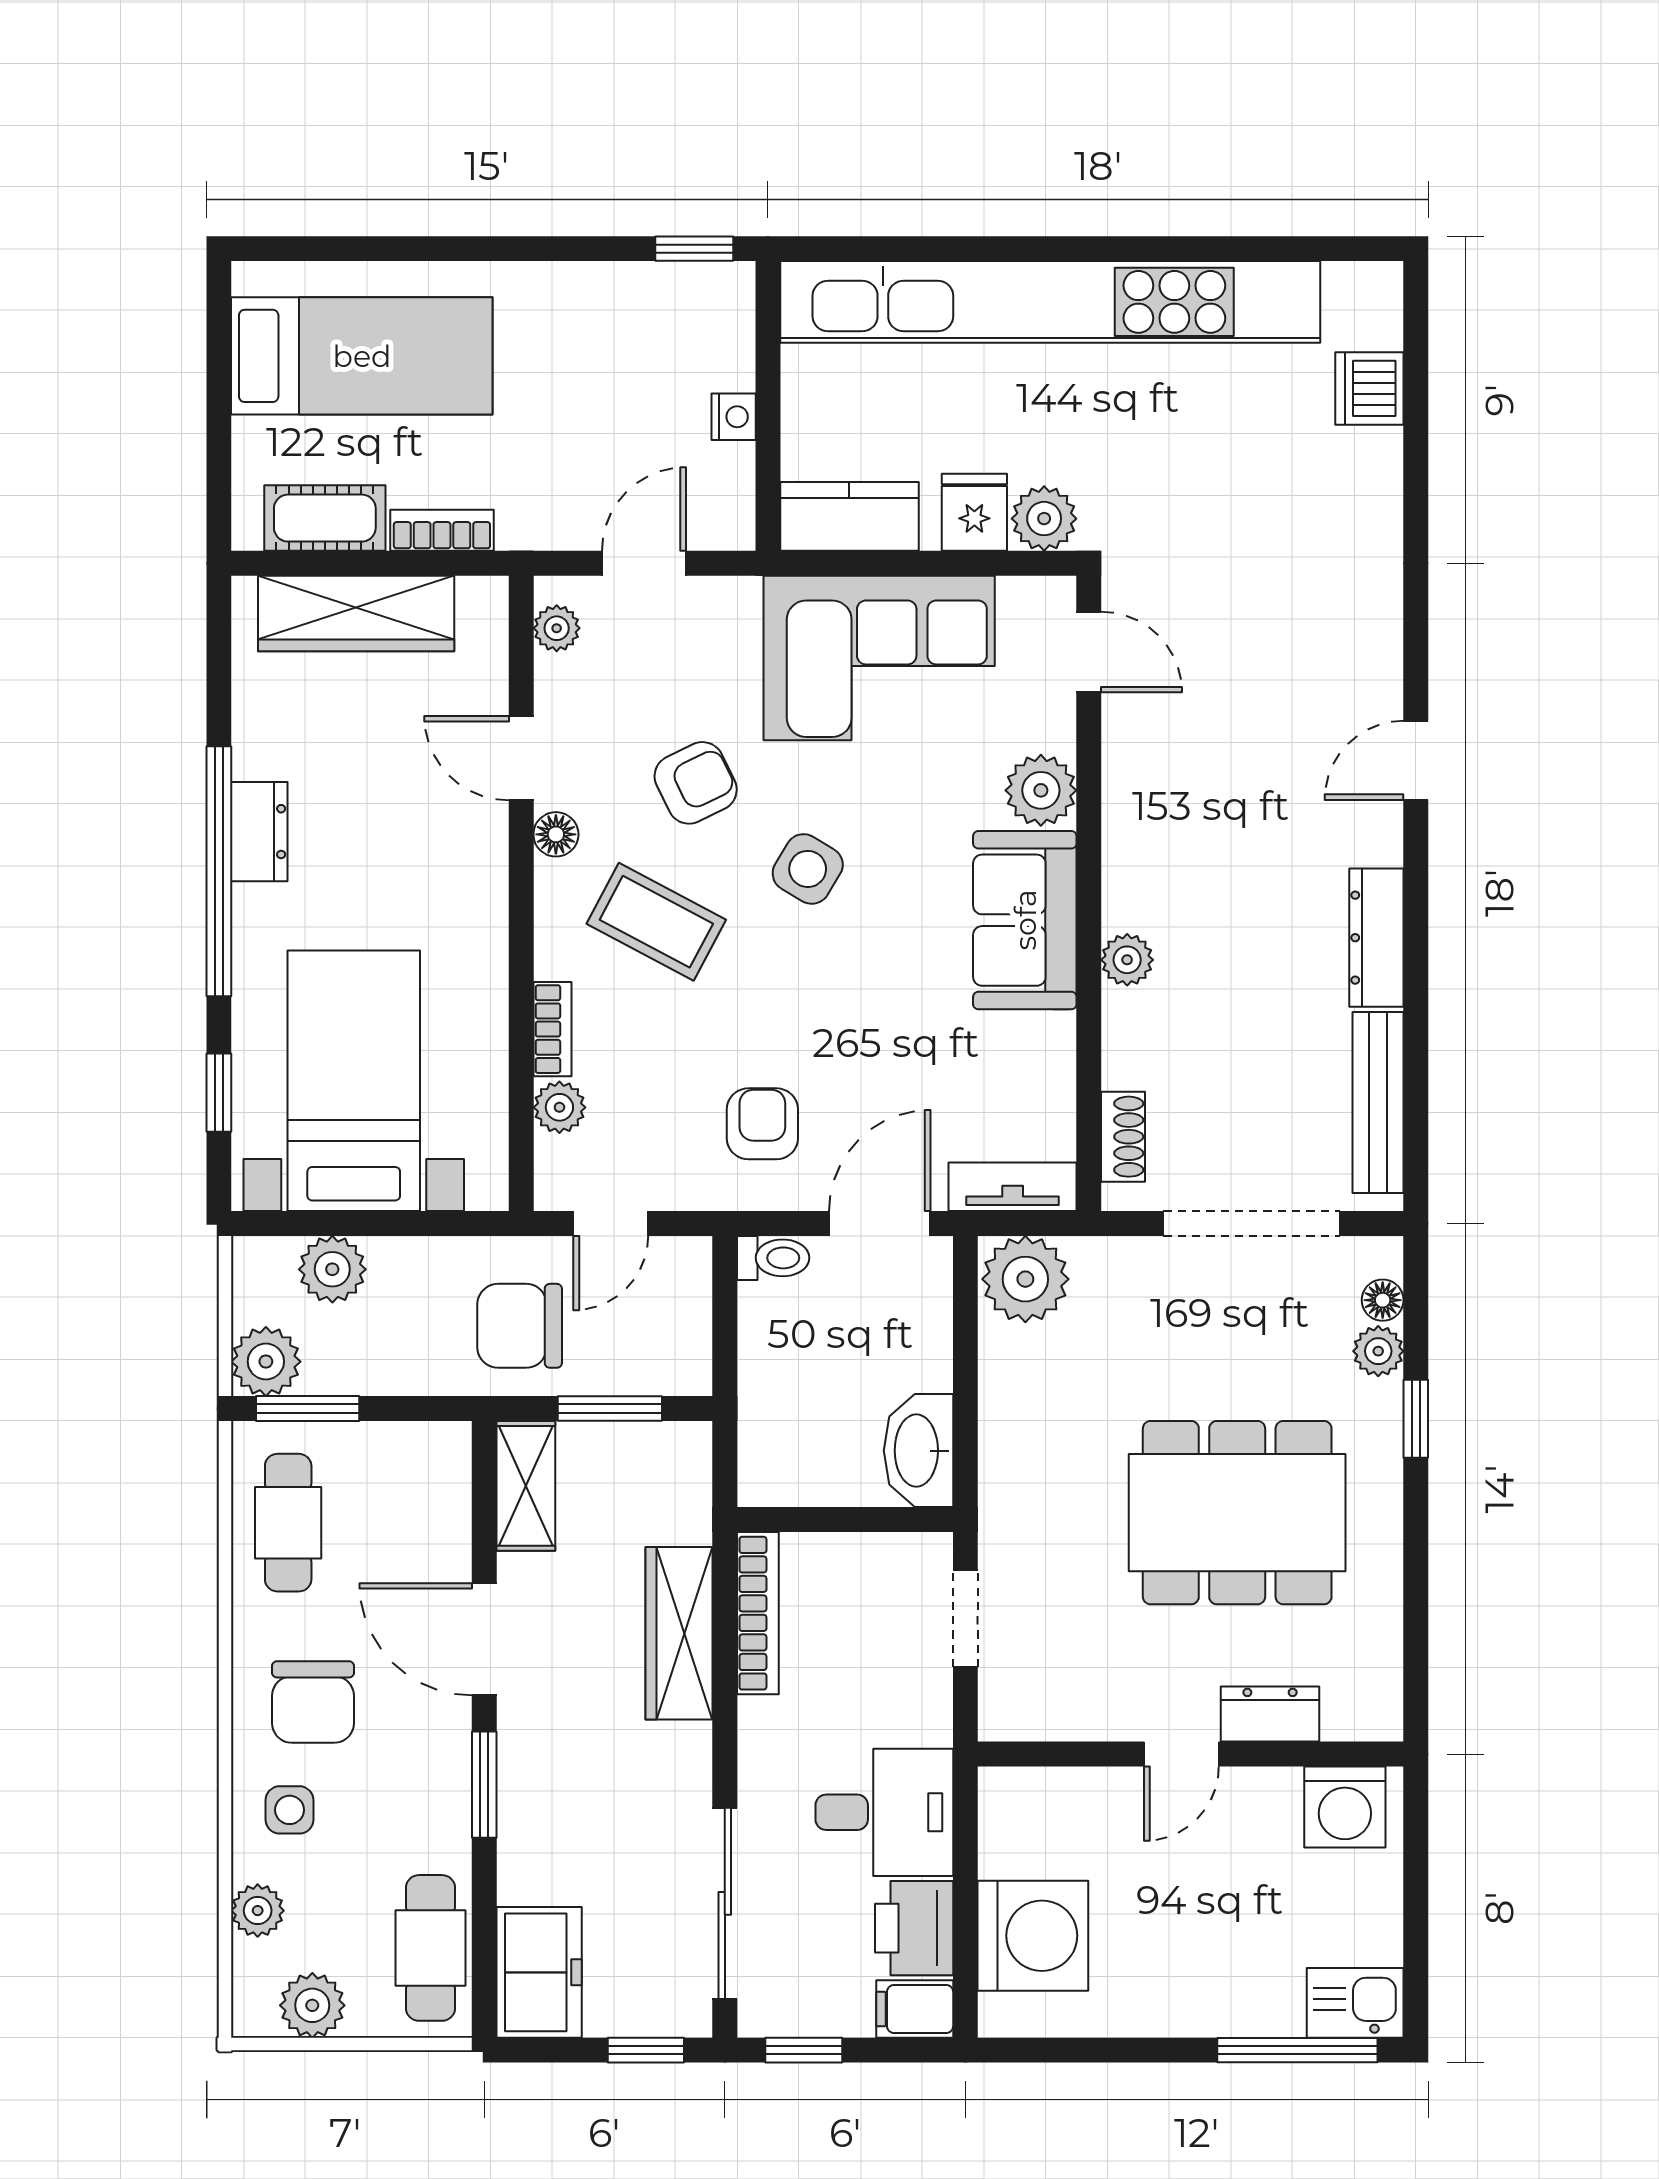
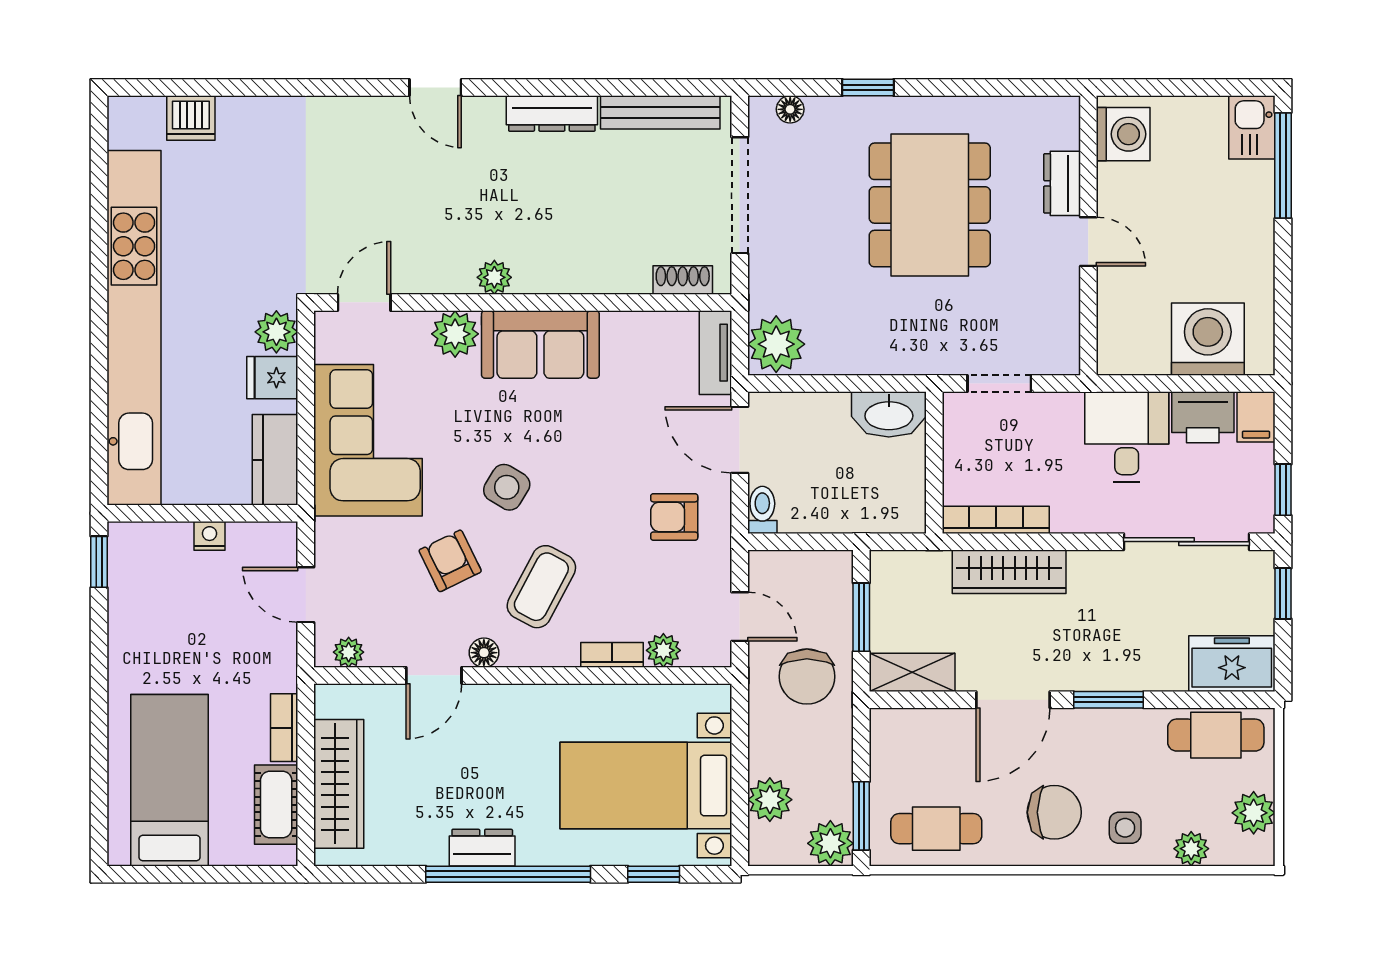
plant: (1127, 960) -> (494, 277), moved
plant: (1378, 1351) -> (824, 112), removed

